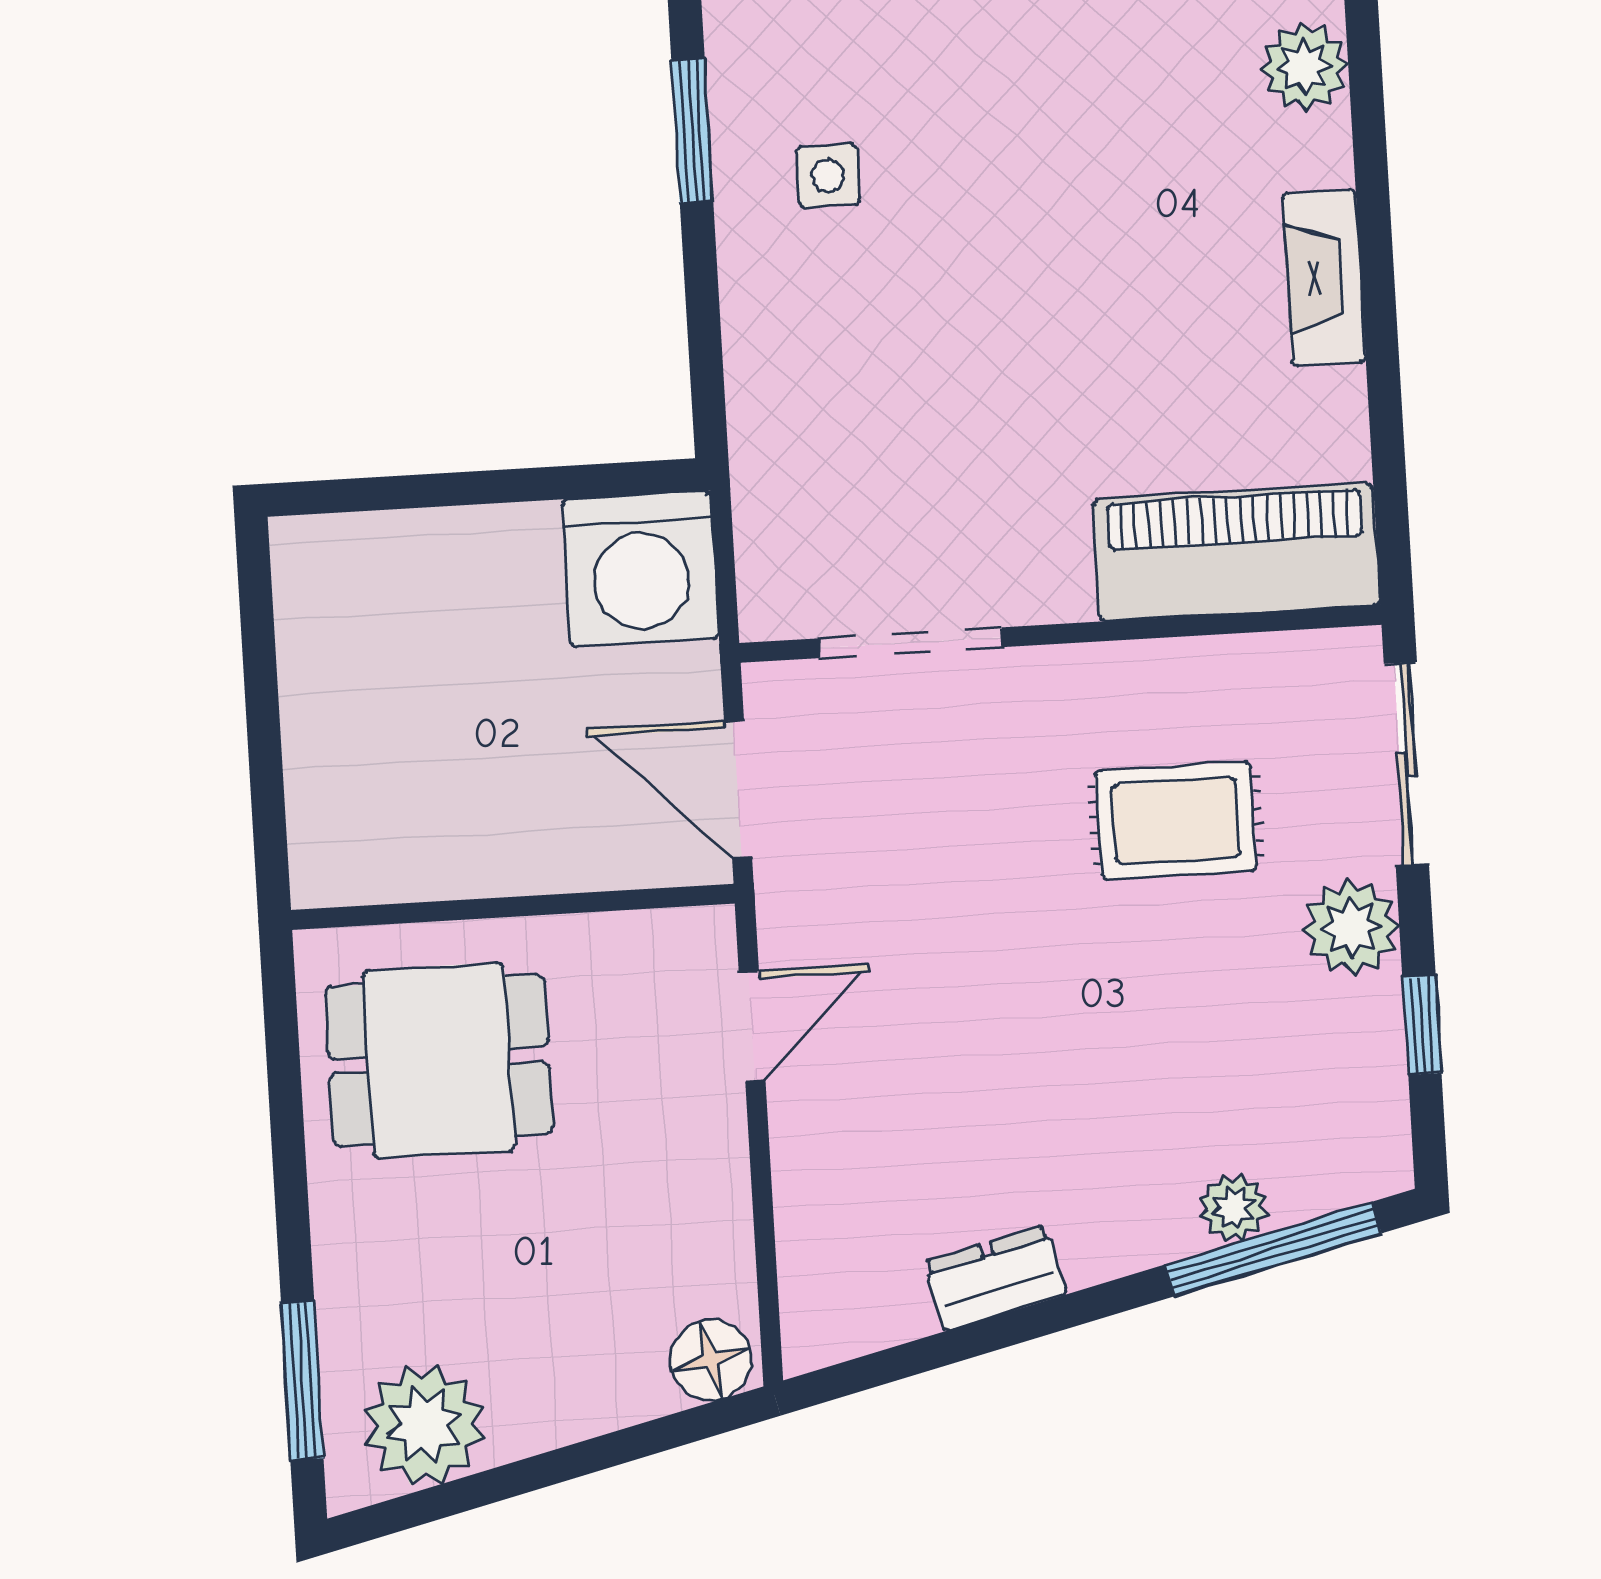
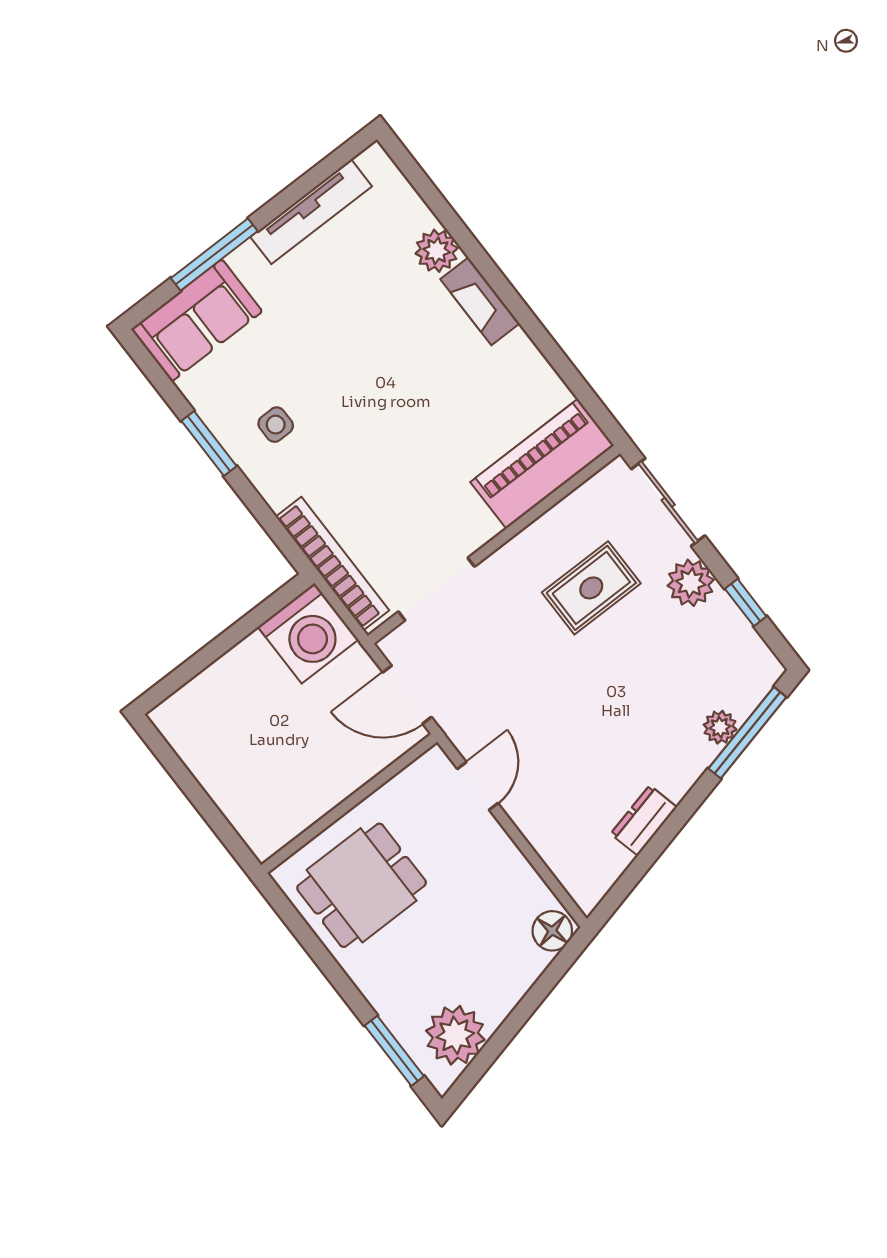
fireplace: (1324, 278) -> (480, 301), moved
bookcase: (763, 479) -> (332, 564), added

